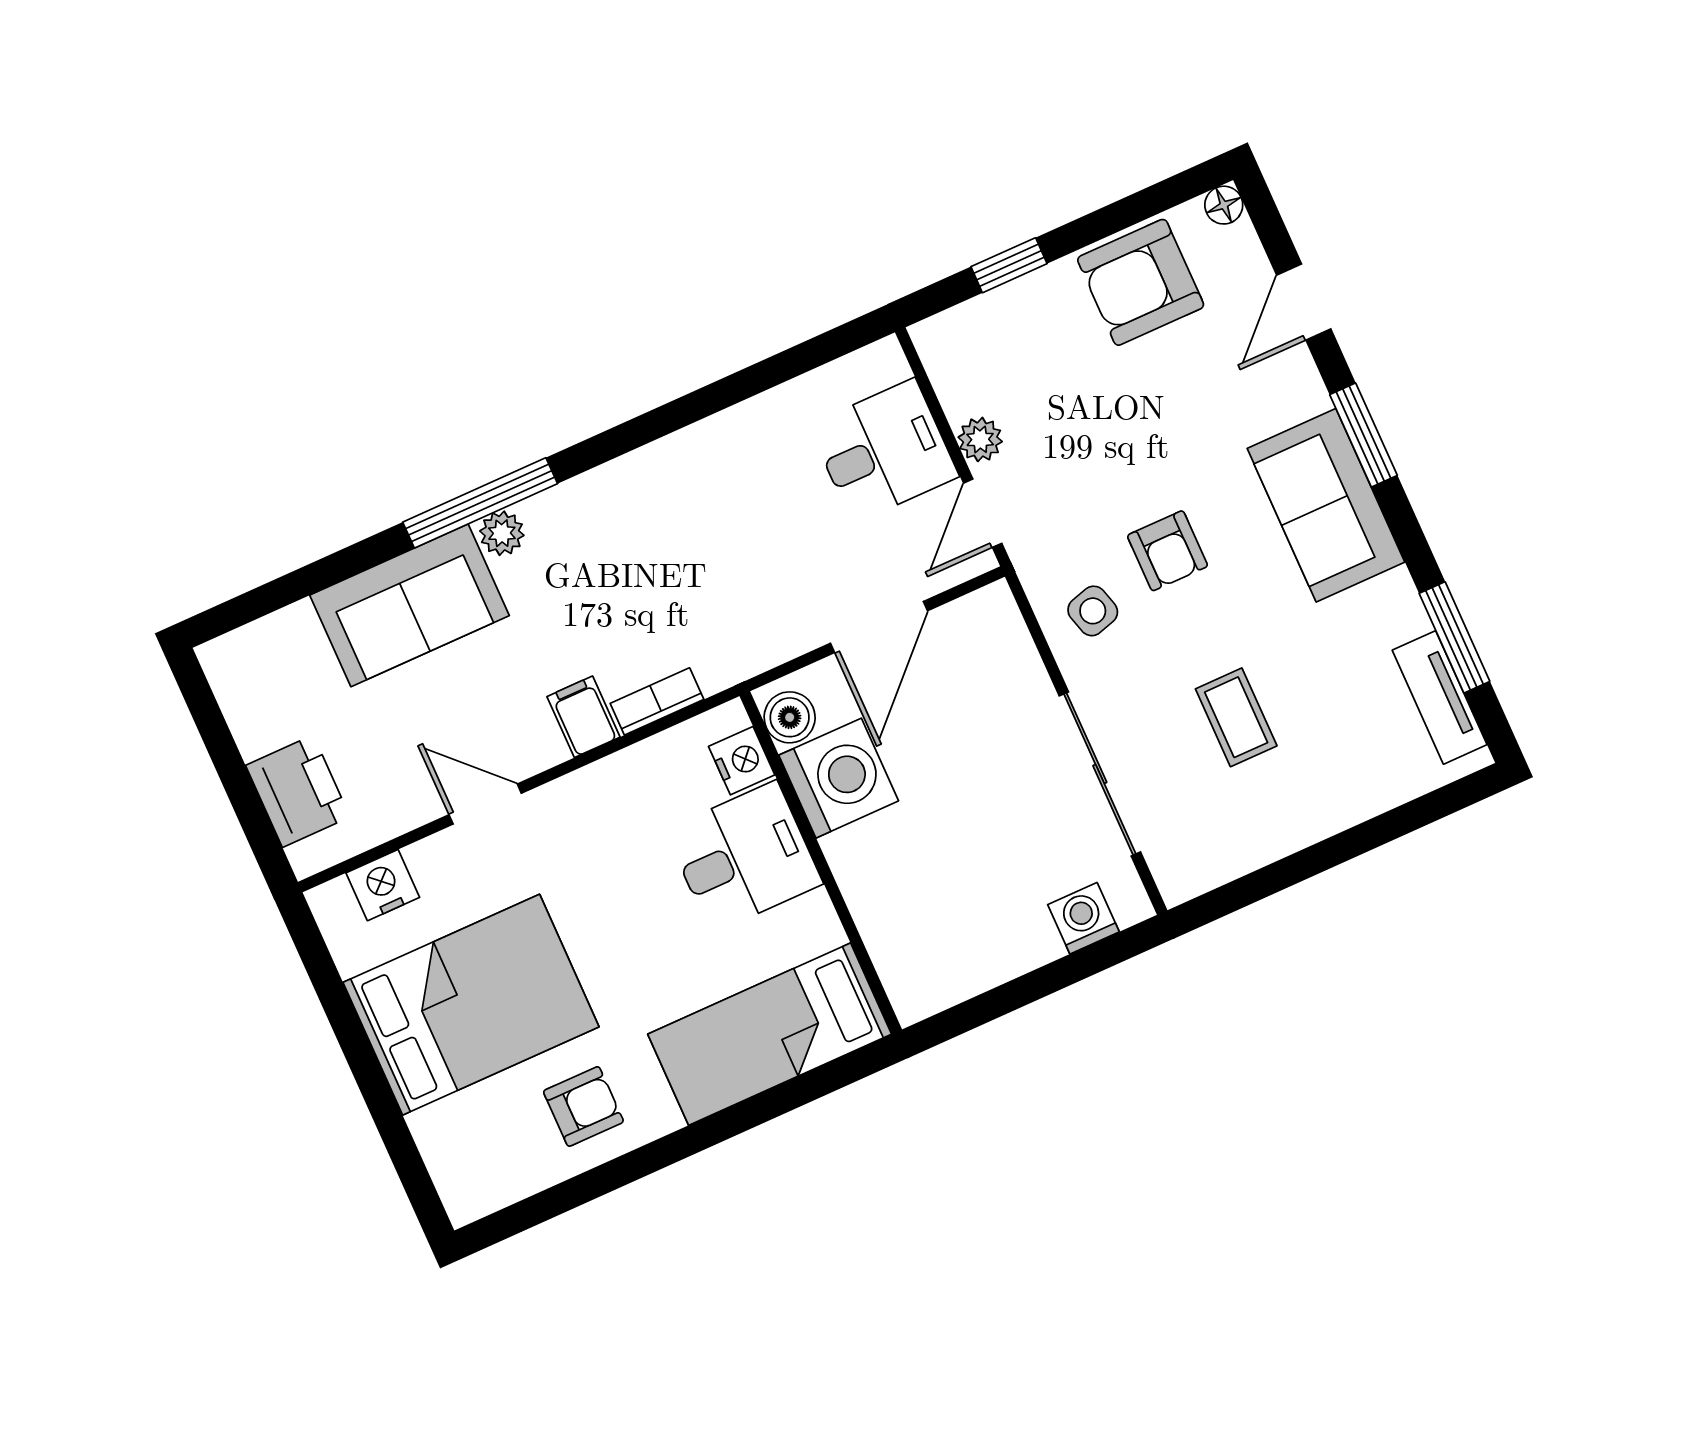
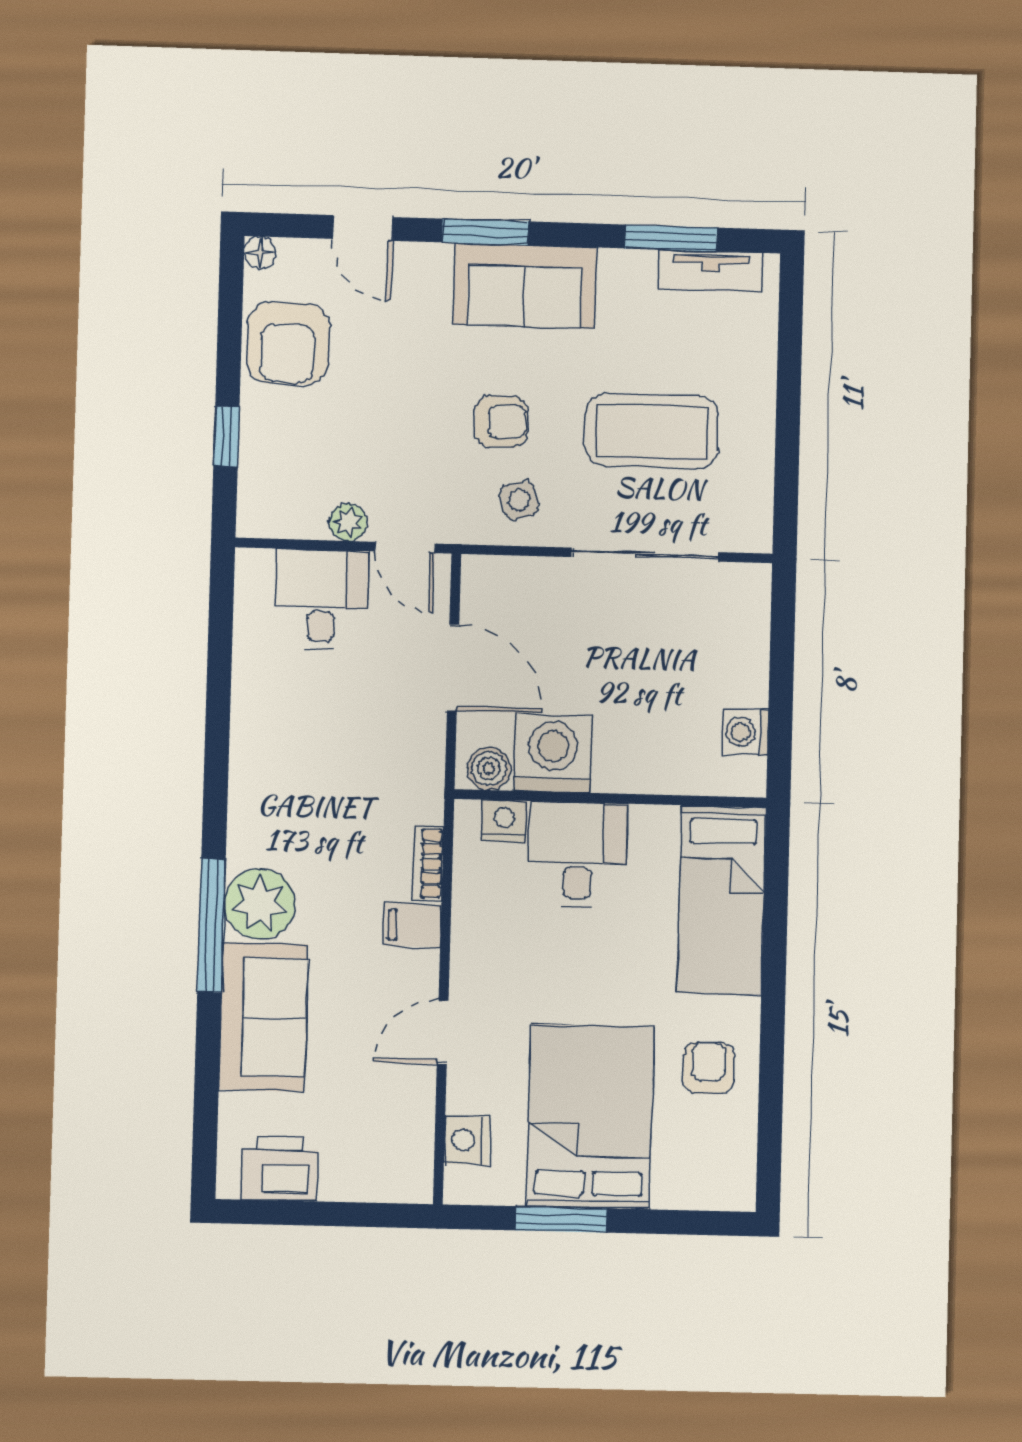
plant: (502, 533) -> (260, 904), width x1.87, depth x1.87
coffee table: (1236, 717) -> (652, 431), width x1.86, depth x1.72
printer: (298, 791) -> (279, 1169), moved
washing machine: (1083, 918) -> (745, 732), moved
window: (347, 1026) -> (561, 1219), added

